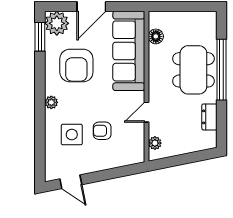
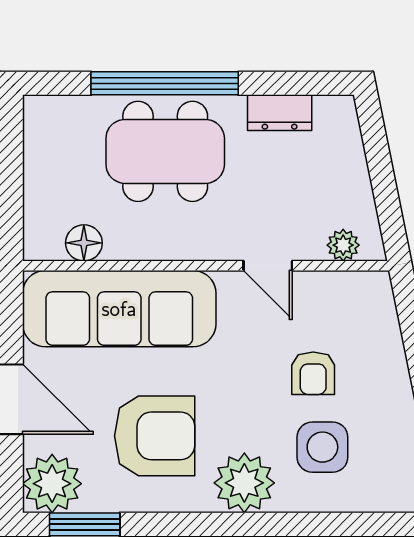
plant: (51, 102) -> (244, 483), width x1.87, depth x1.87

